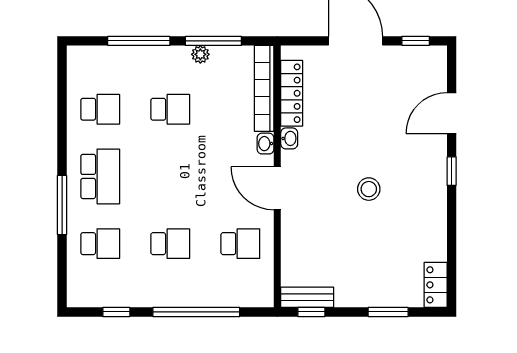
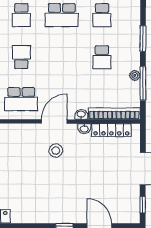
window: (139, 41) -> (143, 38), width x0.69
stool: (369, 189) -> (56, 151), moved
school desk: (170, 244) -> (21, 57), turned 180
school desk: (240, 244) -> (21, 99), width x1.85

